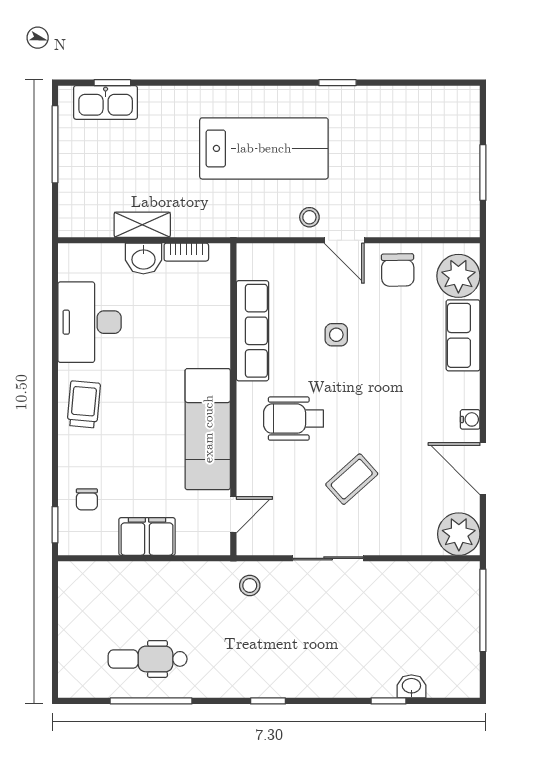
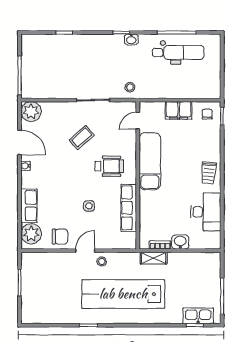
lab bench: (264, 148) -> (123, 294), width x1.36
shelving: (142, 225) -> (154, 258), moved
door: (344, 240) -> (85, 251), hinge flipped
chair: (398, 270) -> (60, 237), turned 91
chair: (87, 499) -> (207, 114), moved
dental chair: (148, 659) -> (178, 52), width x1.36, depth x1.38
washbasin: (411, 686) -> (131, 39), moved

